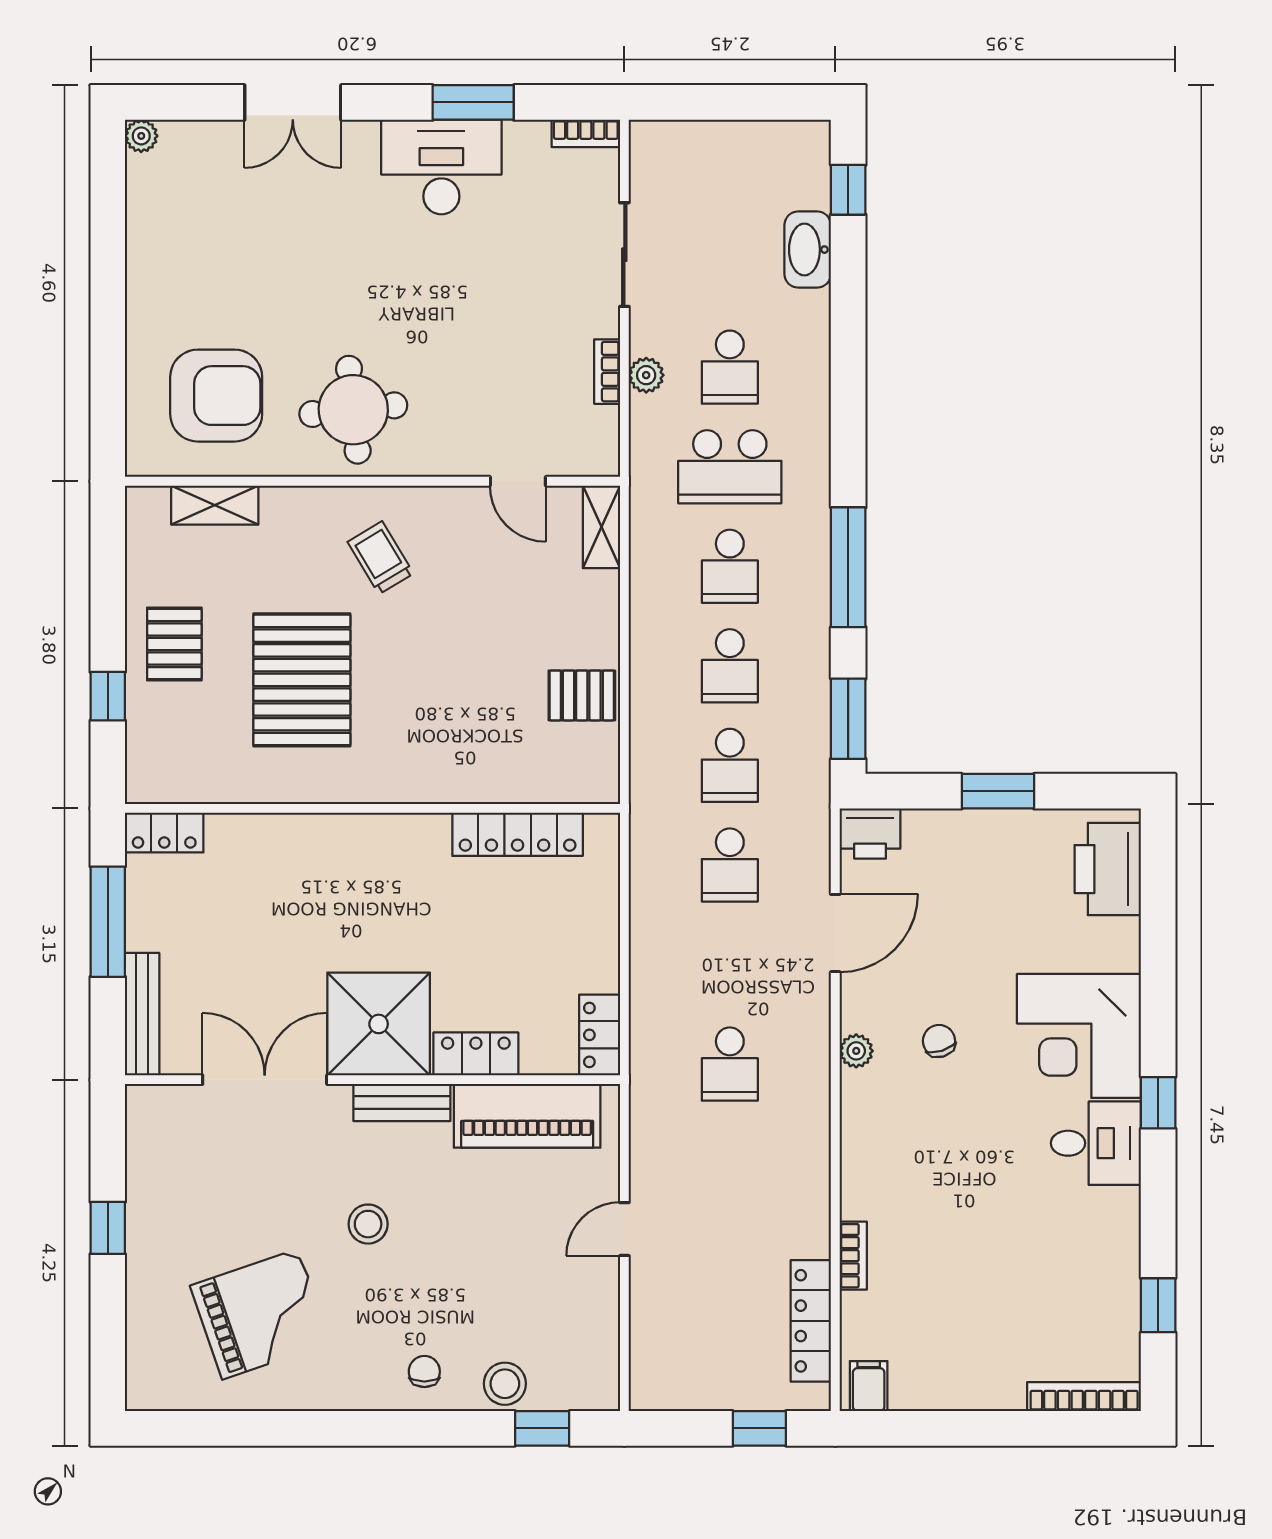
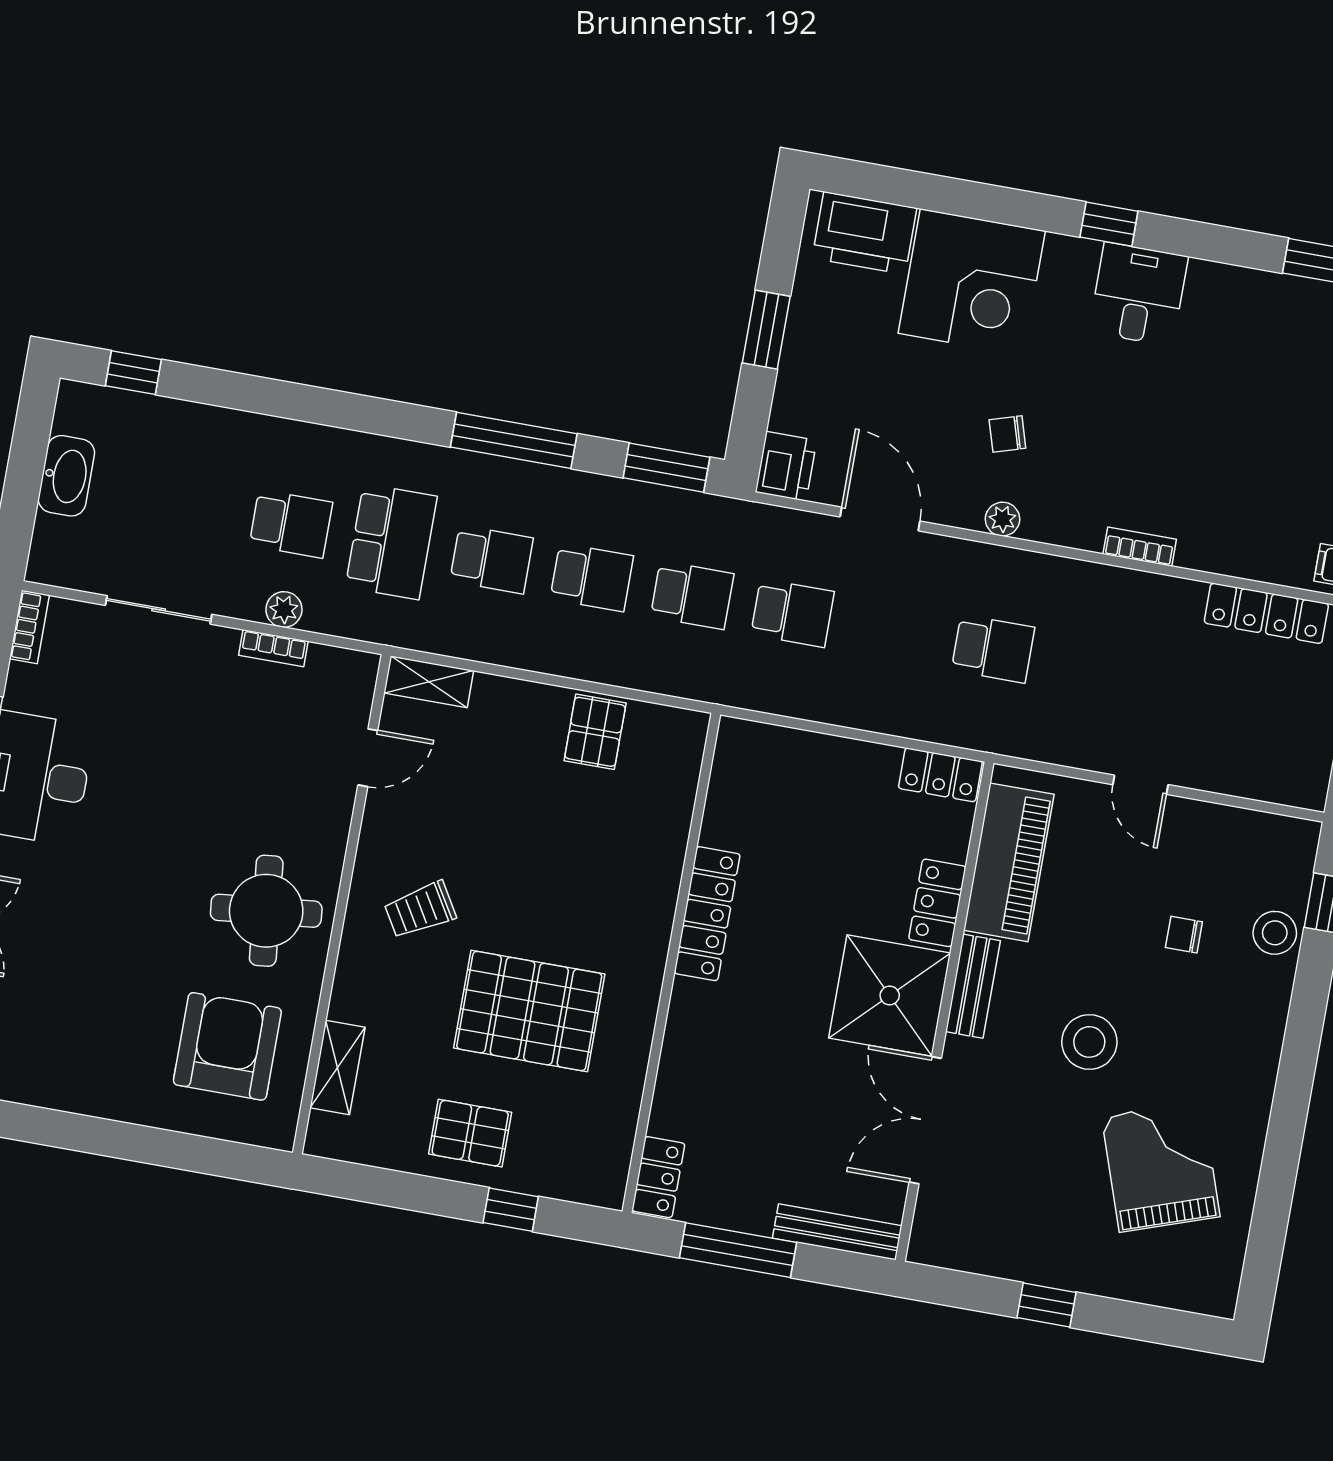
washbasin: (808, 250) -> (66, 476), moved, turned -90
locker: (518, 834) -> (707, 914), moved
corner desk: (1079, 1036) -> (972, 282), moved
stool: (368, 1224) -> (1089, 1042), width x1.38, depth x1.38
bookcase: (853, 1256) -> (1140, 547), moved
chair: (424, 1372) -> (1184, 935), moved

